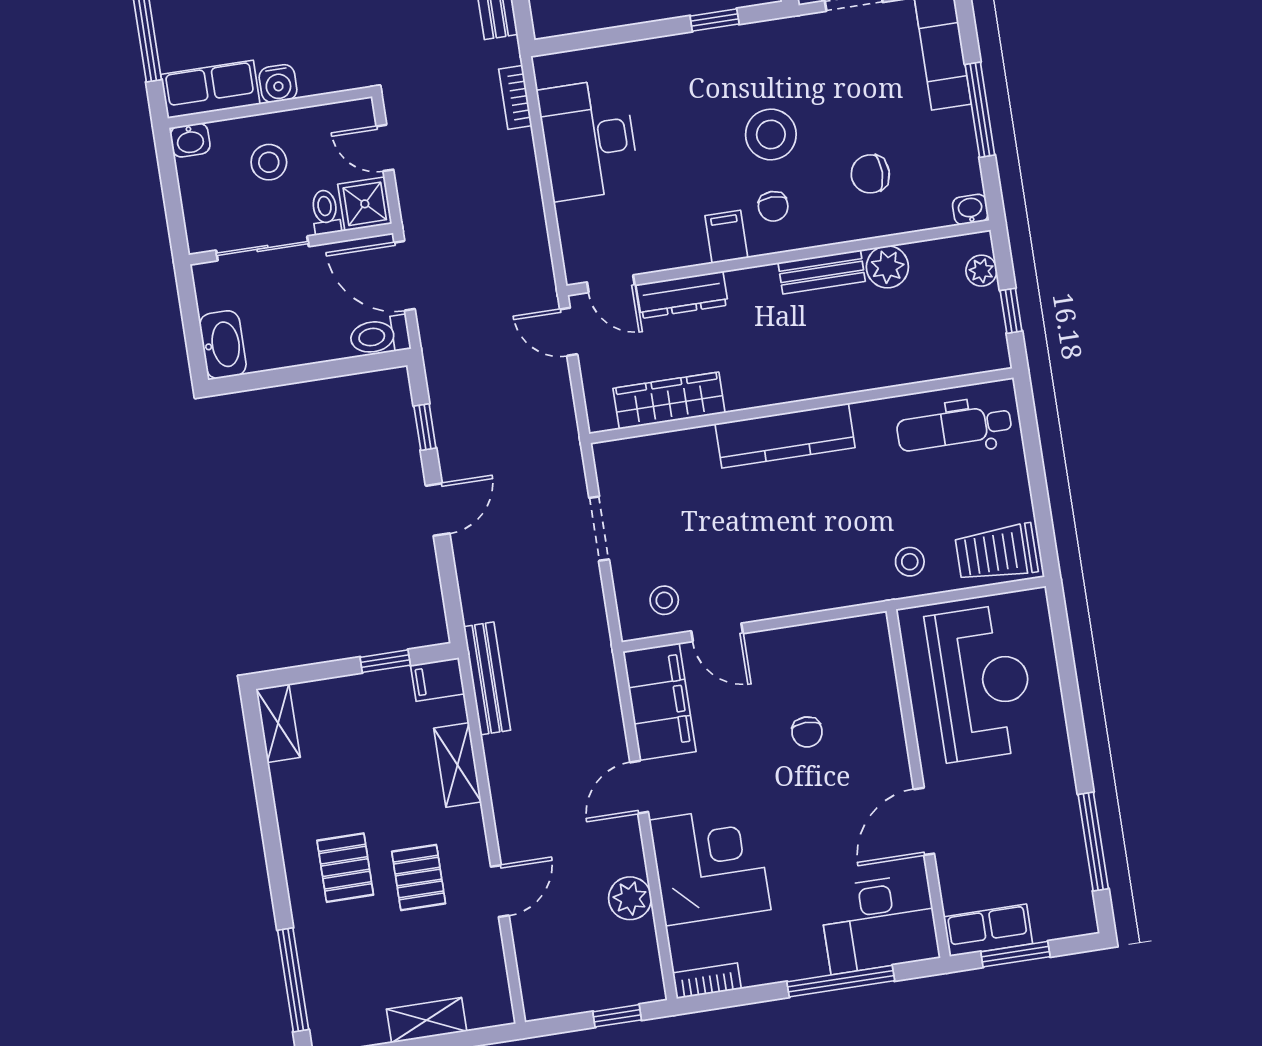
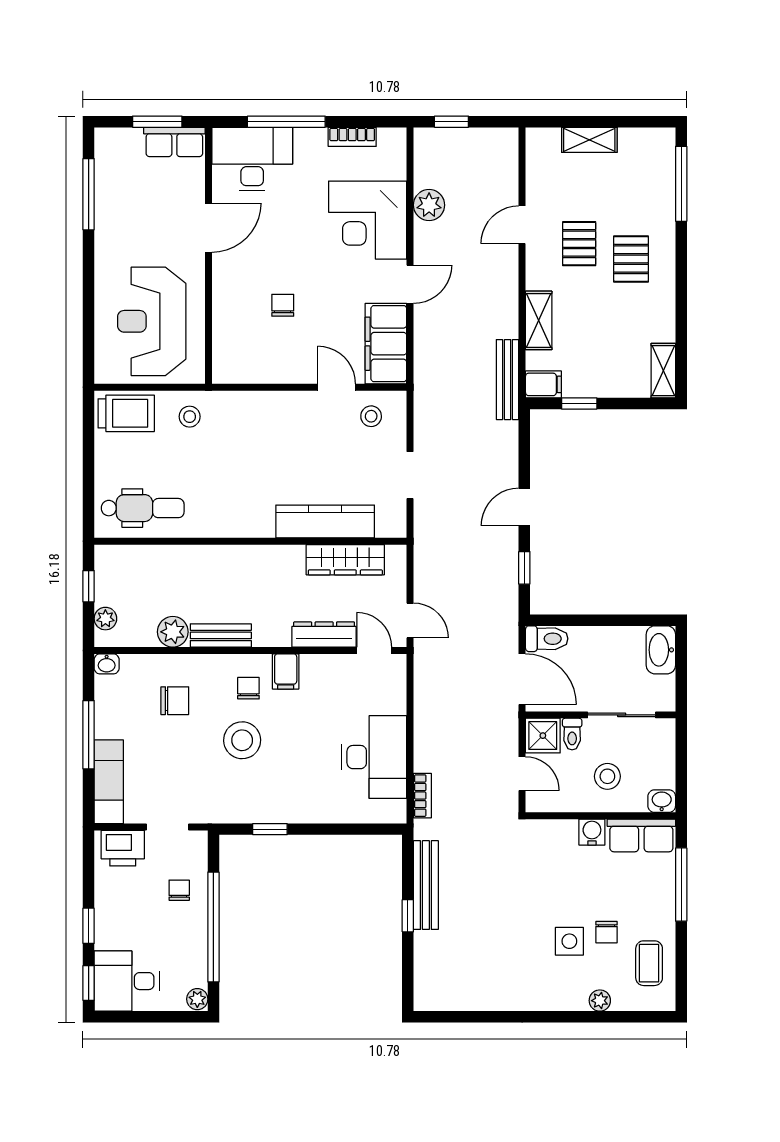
kitchen counter: (785, 436) -> (325, 521), moved
bookcase: (707, 981) -> (352, 137), moved

